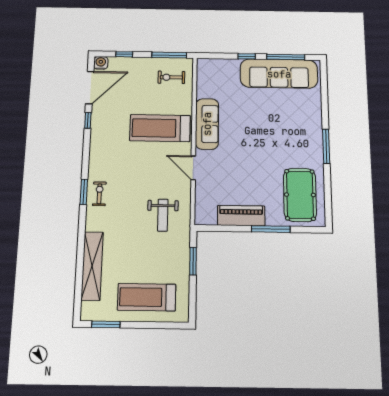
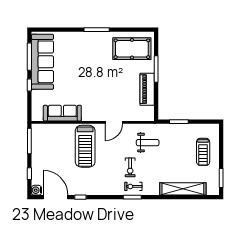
exercise bike: (171, 77) -> (130, 167), moved
sofa: (207, 124) -> (62, 113), moved
treadmill: (147, 297) -> (203, 152), width x0.73, depth x0.73

